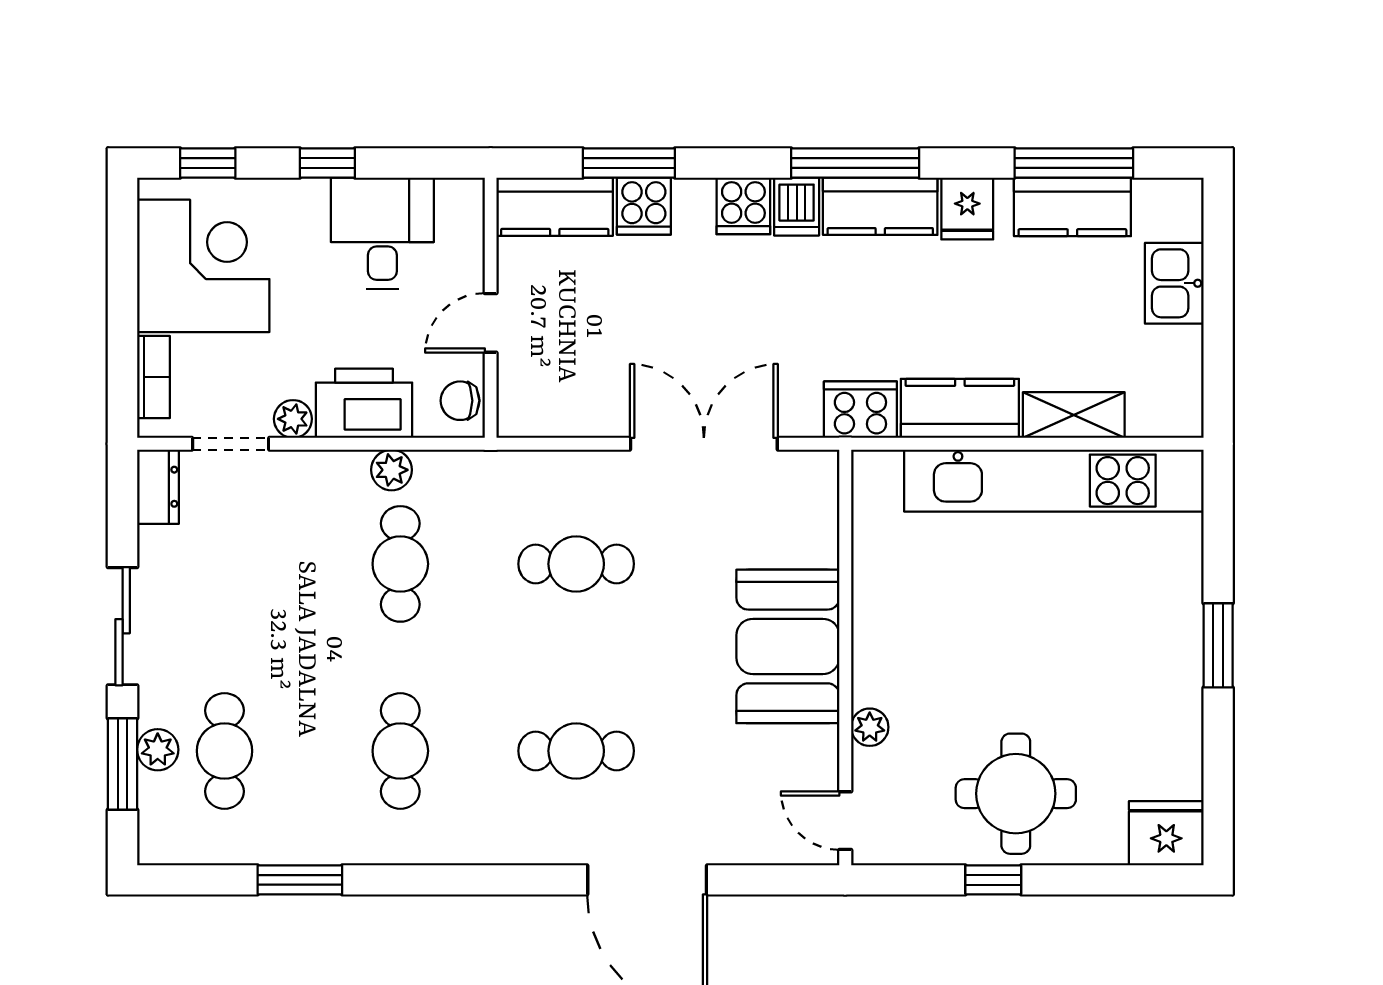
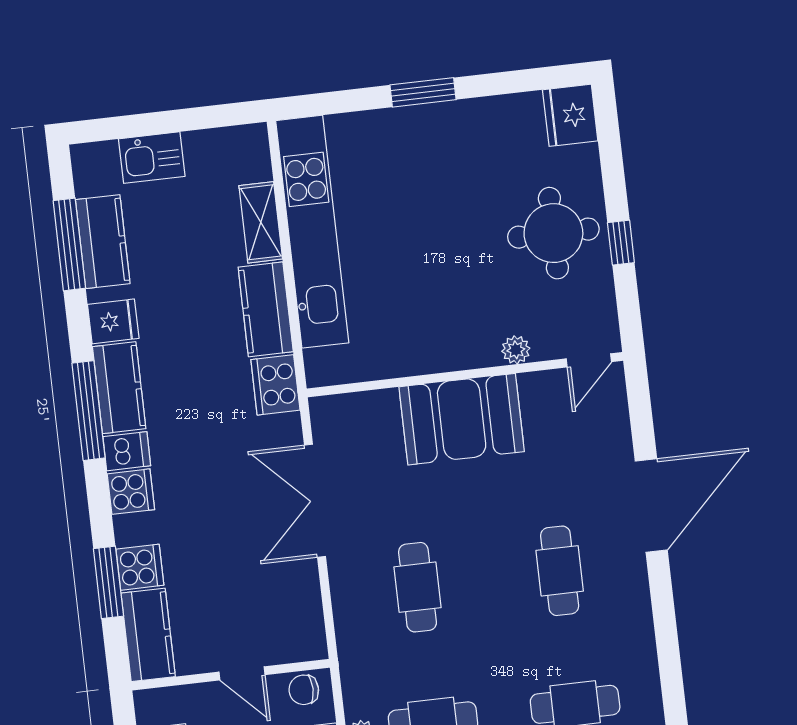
chair: (460, 401) -> (304, 690), turned 90

